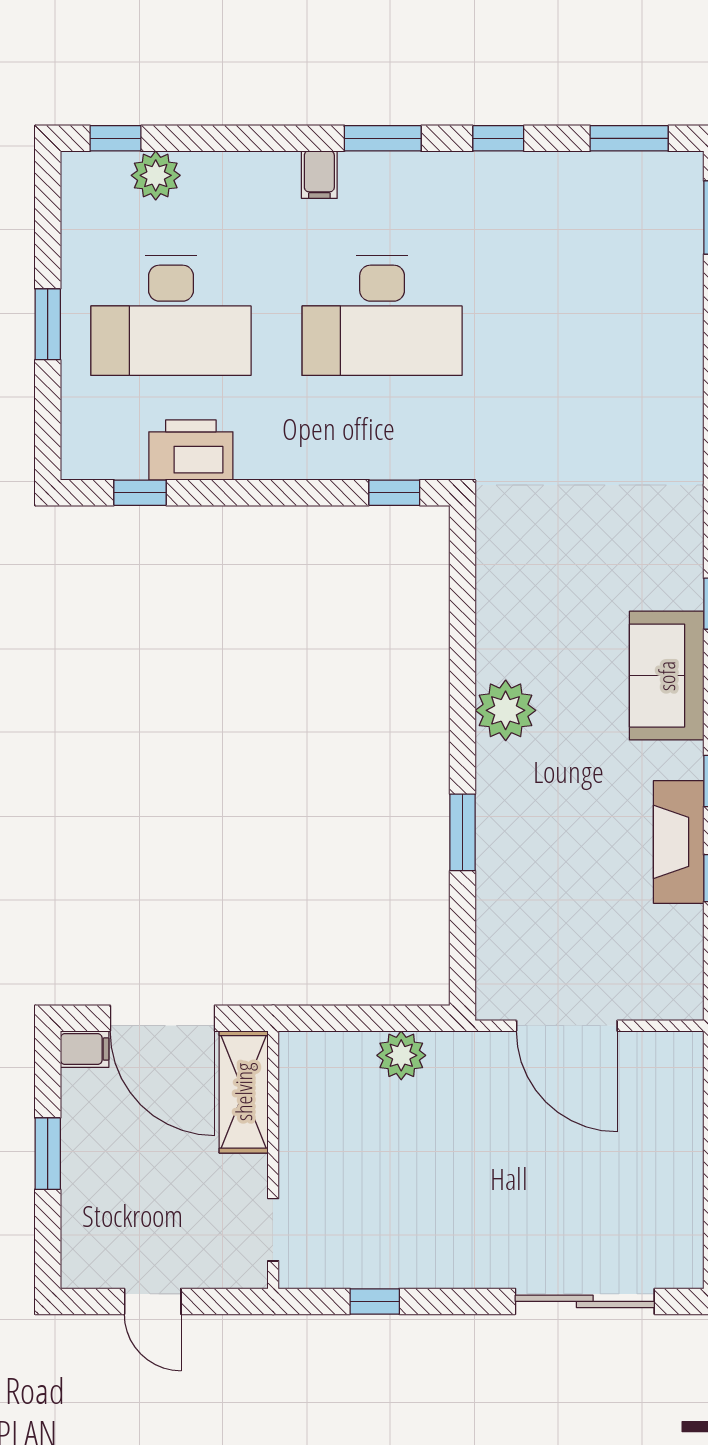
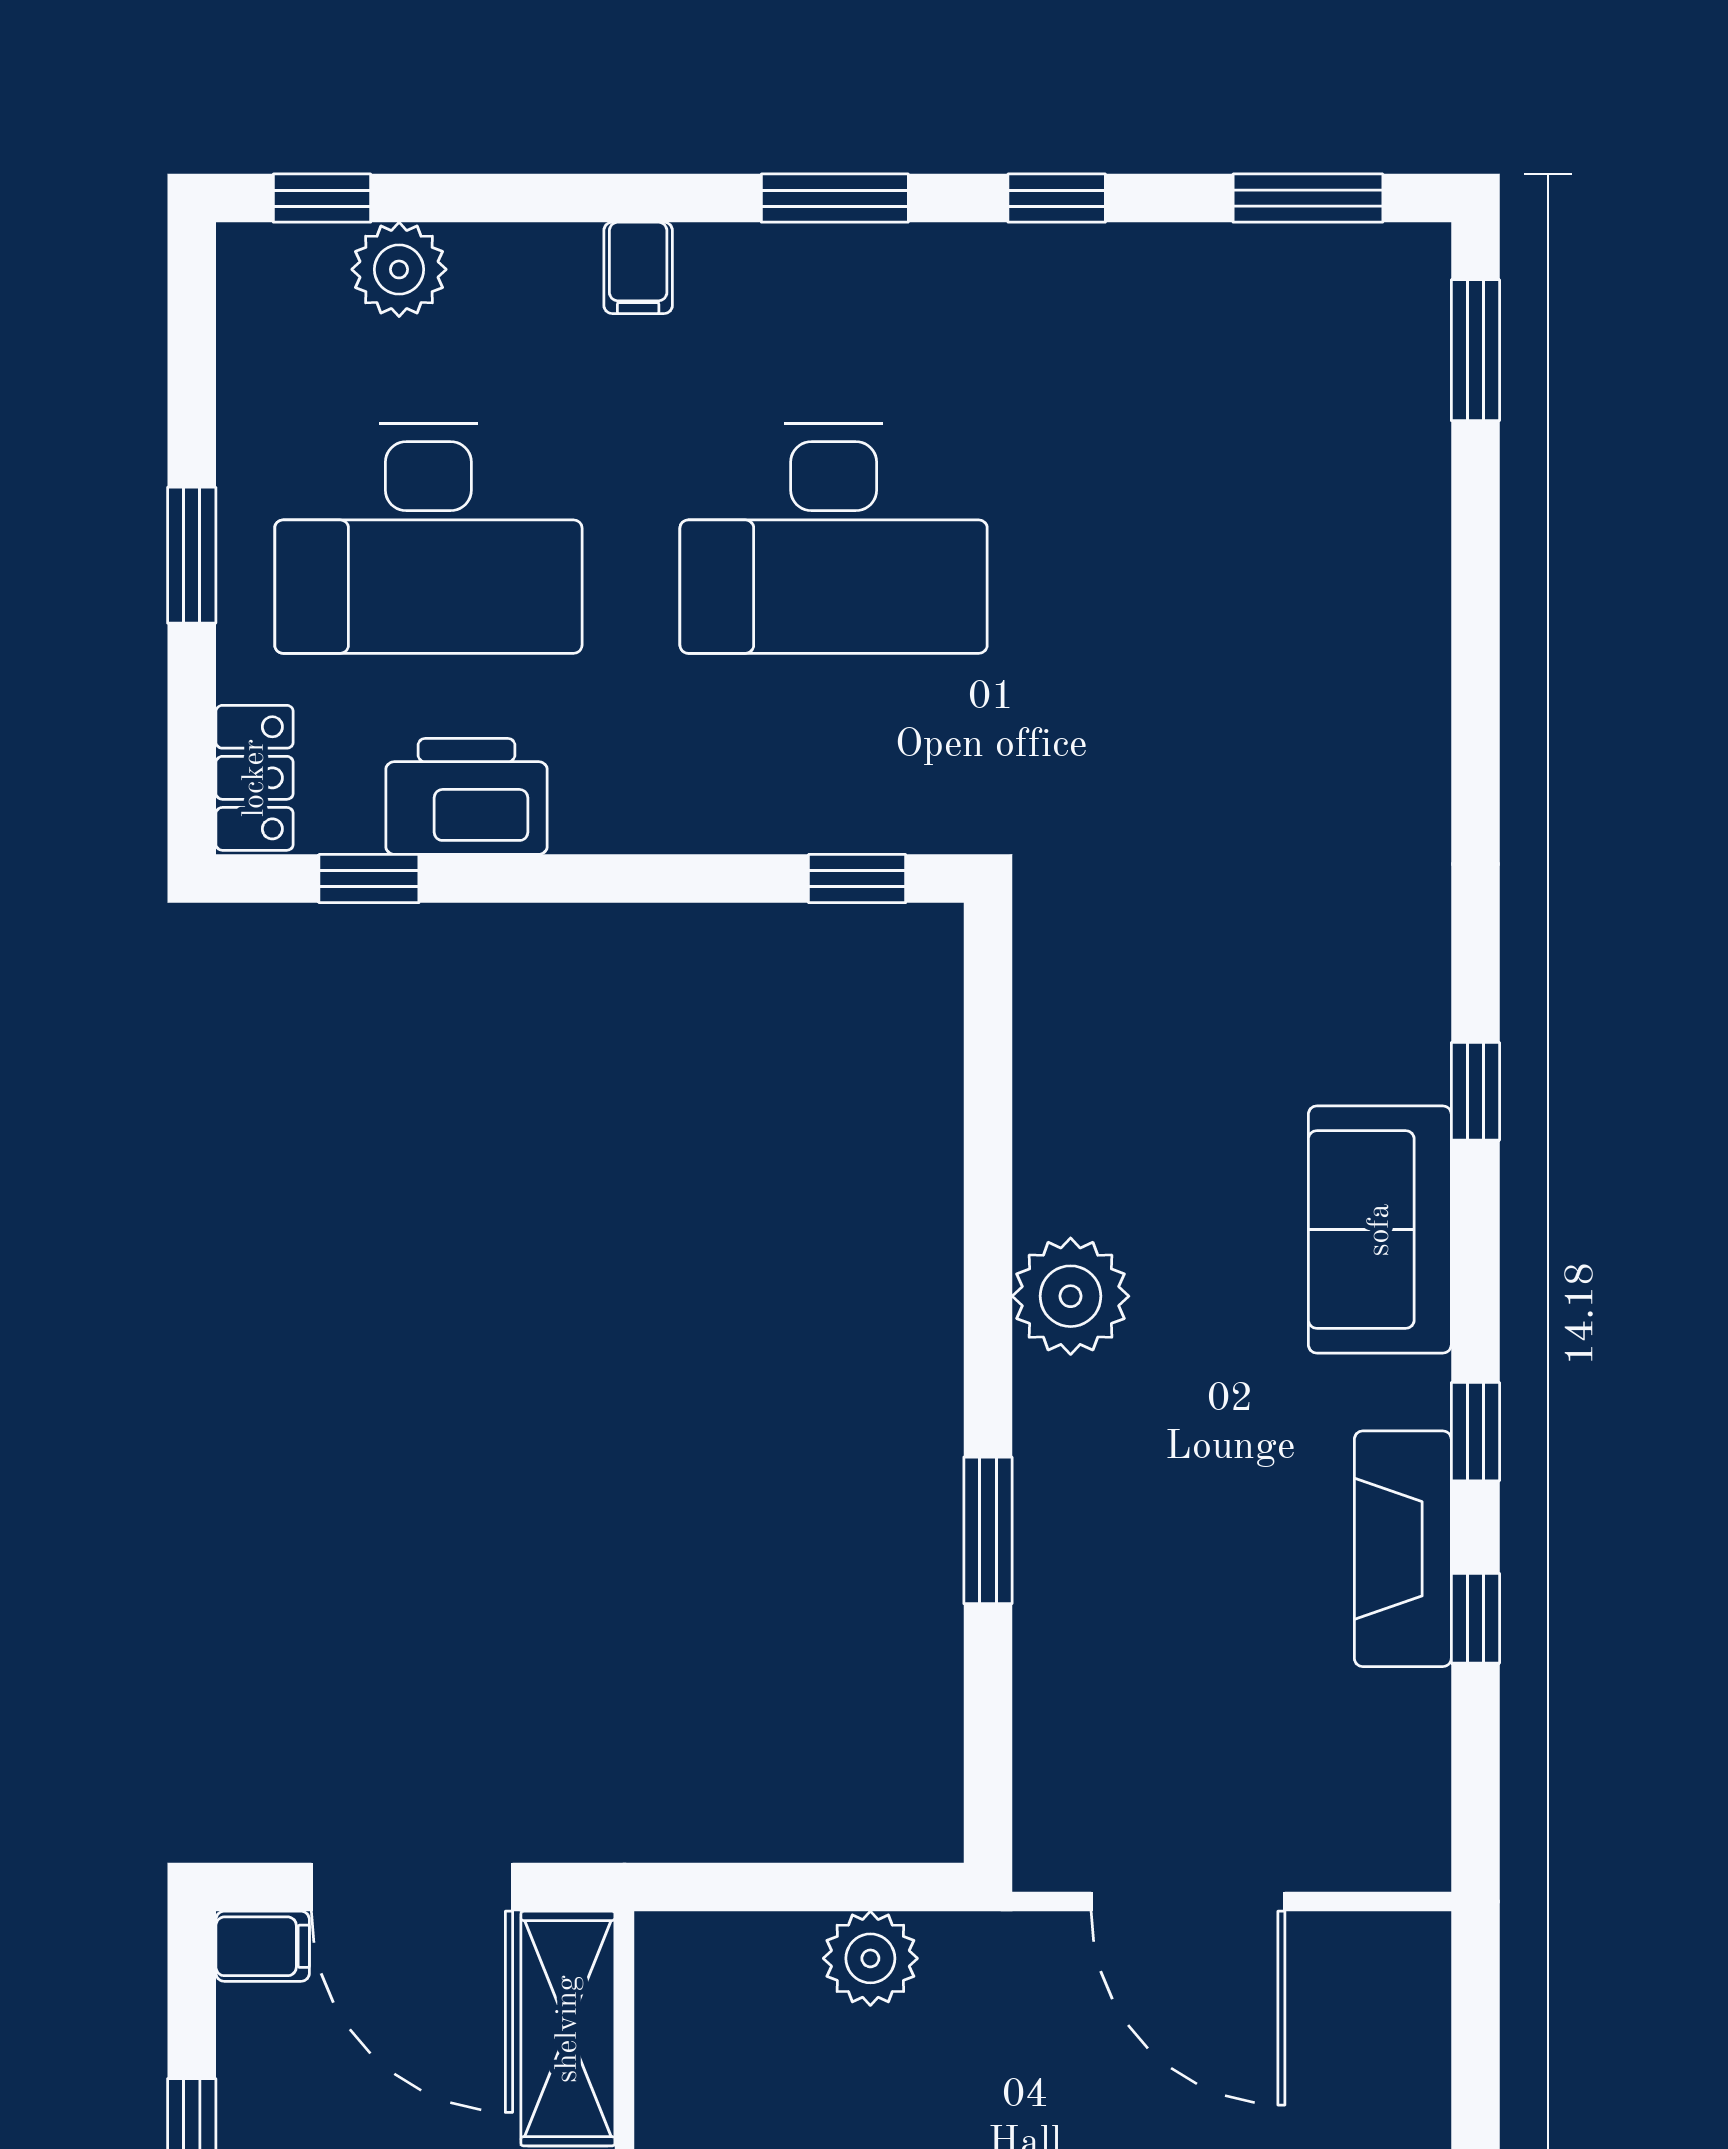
filing cabinet: (319, 175) -> (638, 268), moved
locker: (80, 440) -> (255, 778), added

